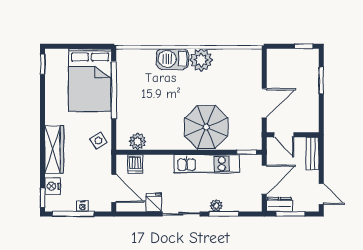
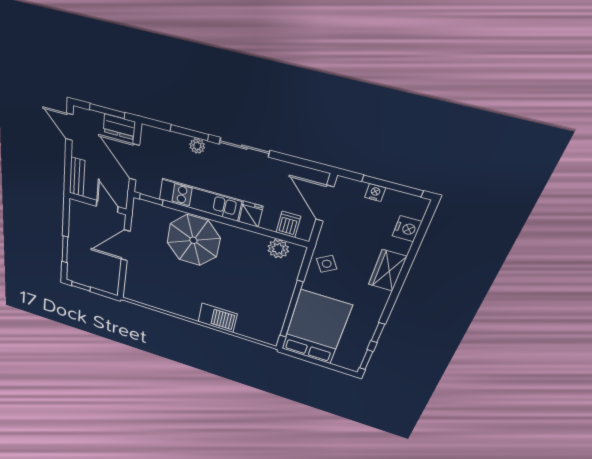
plant: (201, 60) -> (187, 307), removed
wardrobe: (54, 150) -> (388, 271), width x0.67
door: (264, 180) -> (134, 162), hinge flipped
window: (43, 198) -> (378, 333), moved
fridge: (154, 202) -> (251, 214), moved, turned 180

